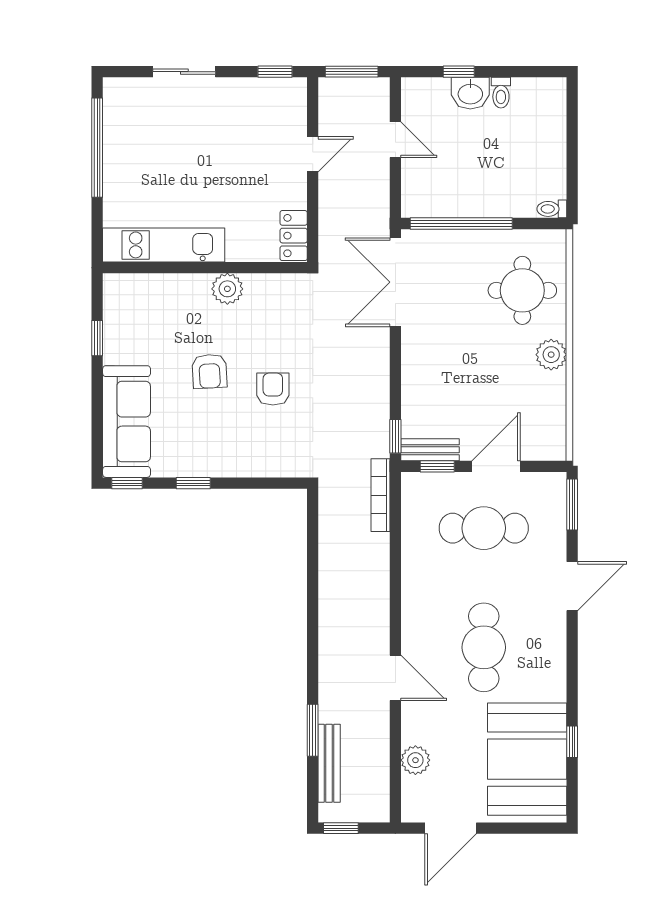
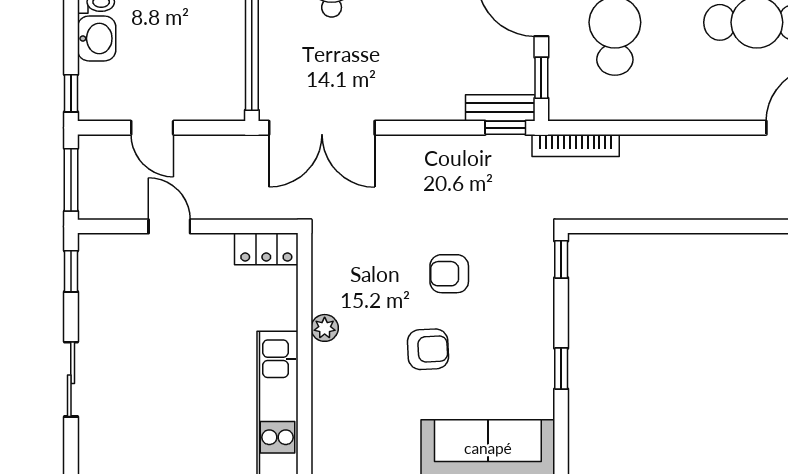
window: (459, 72) -> (71, 93), moved
door: (395, 140) -> (152, 128), swing flipped
plant: (227, 289) -> (325, 328), width x0.73, depth x0.73
bench: (430, 450) -> (500, 108), moved, turned 90
window: (127, 483) -> (561, 259), moved

